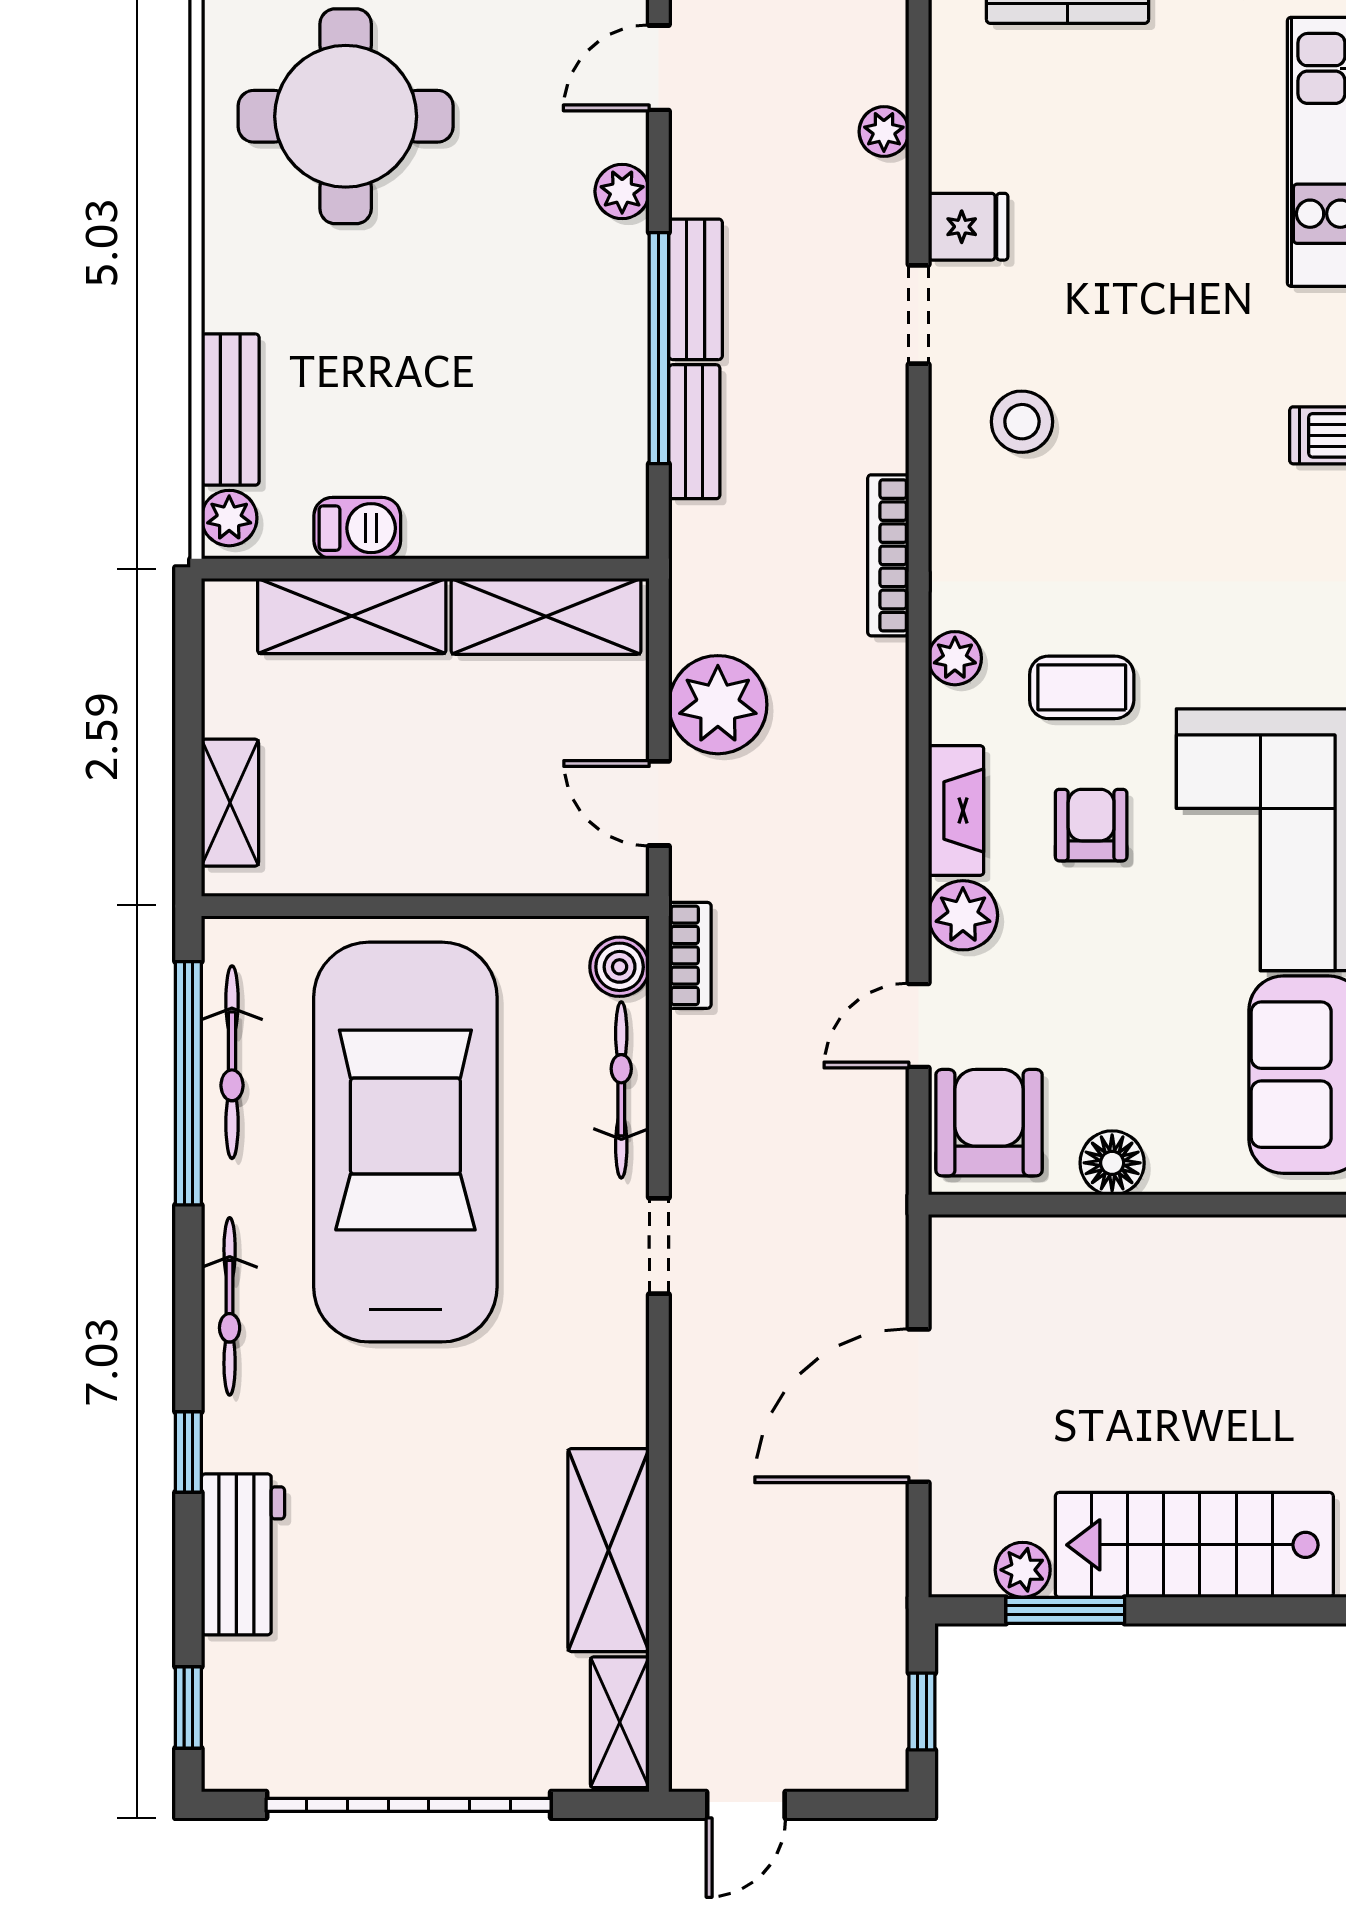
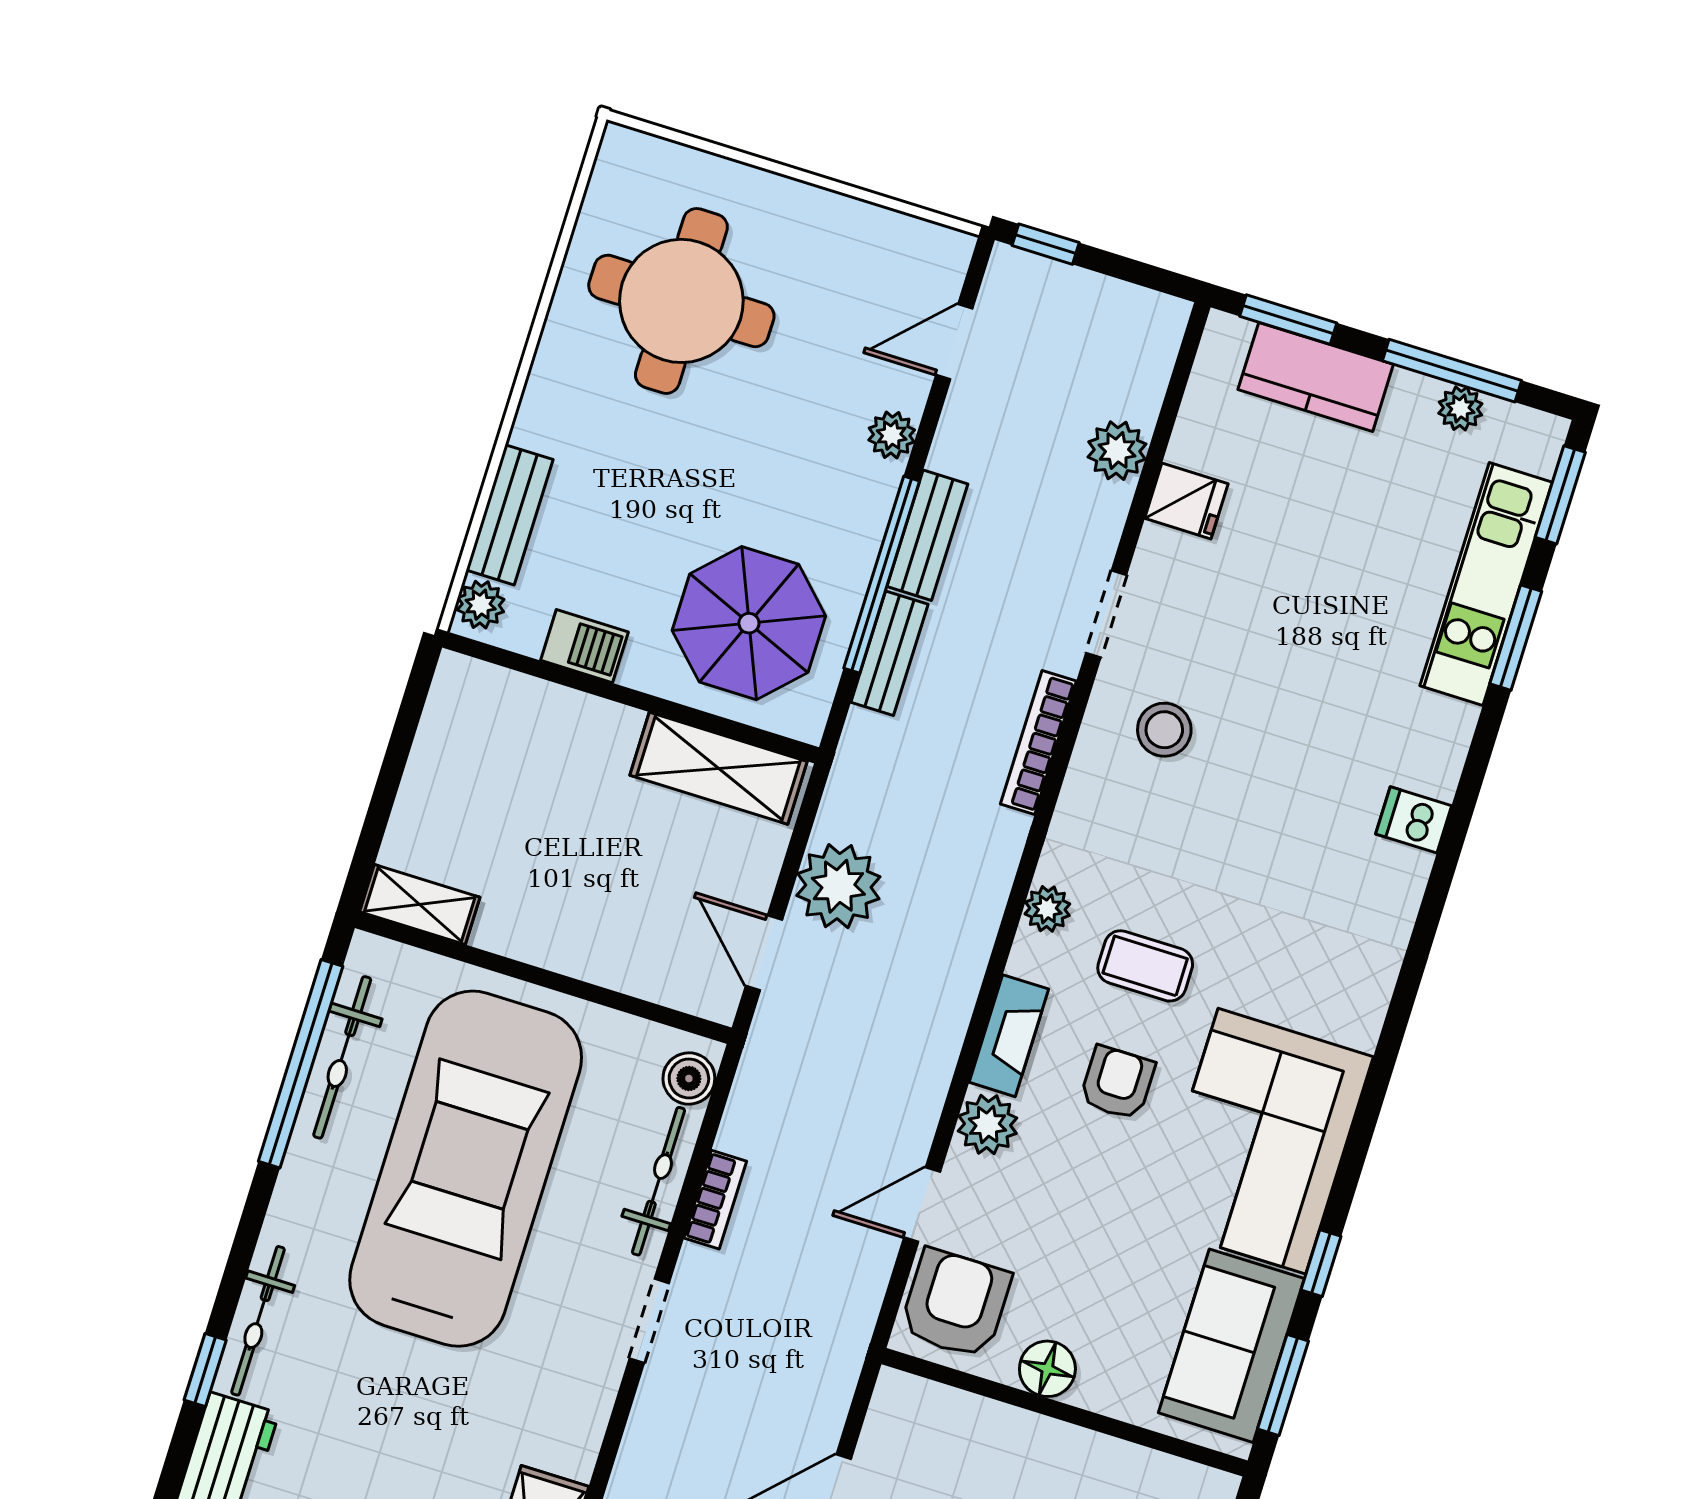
plant: (884, 132) -> (1117, 451), width x1.38, depth x1.38
fridge: (968, 227) -> (1186, 501), moved
parasol: (530, 447) -> (749, 623), added
bookcase: (888, 555) -> (1038, 742), moved
shelving: (352, 616) -> (557, 718), removed
shelving: (230, 803) -> (420, 904), moved, turned 90
bookcase: (690, 955) -> (715, 1200), moved
bicycle: (230, 1306) -> (258, 1321), moved

